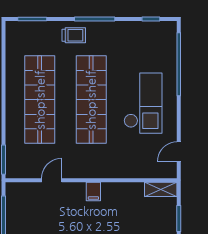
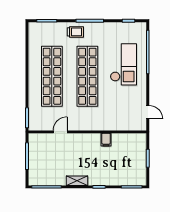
checkout: (143, 103) -> (123, 64), moved
door: (179, 152) -> (148, 112), swing flipped
shelving: (161, 189) -> (135, 138), removed
filing cabinet: (93, 191) -> (106, 140), moved

